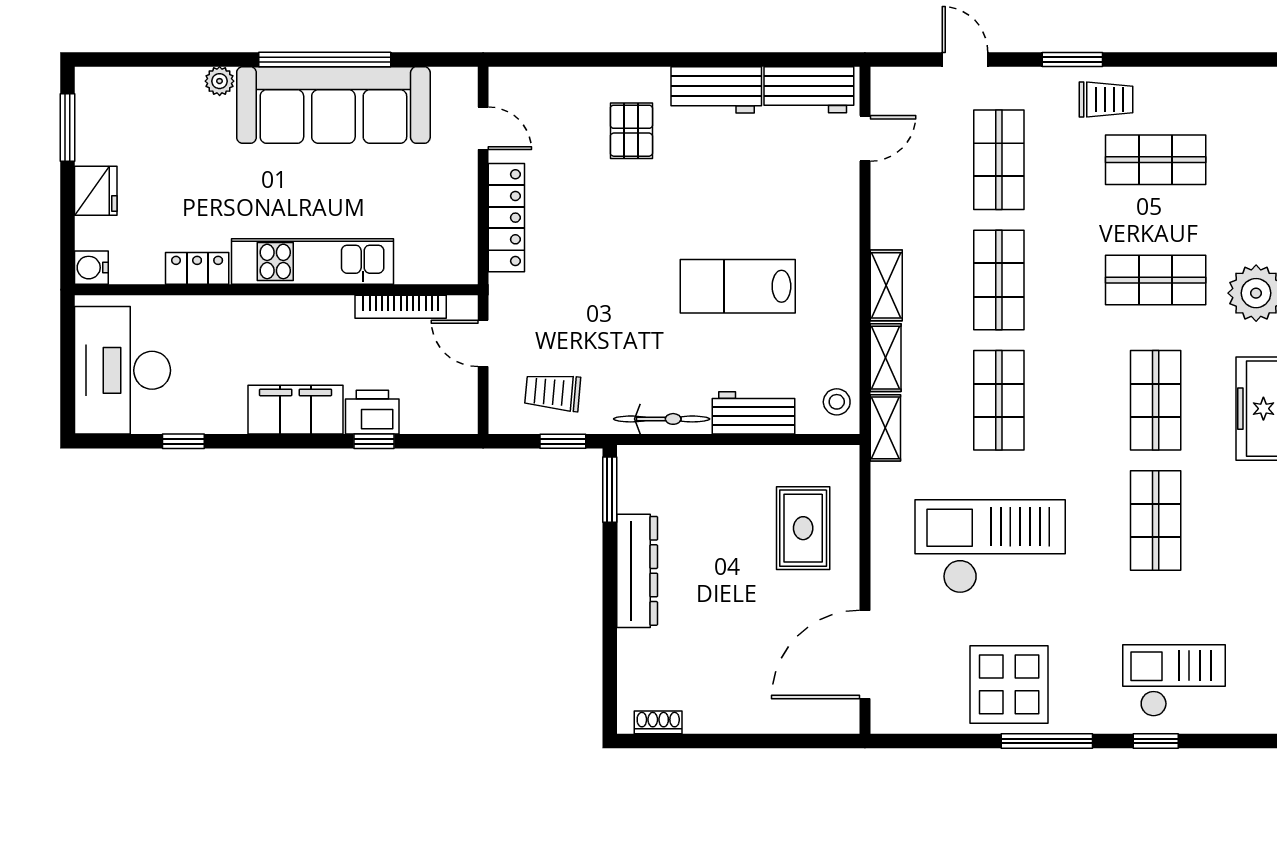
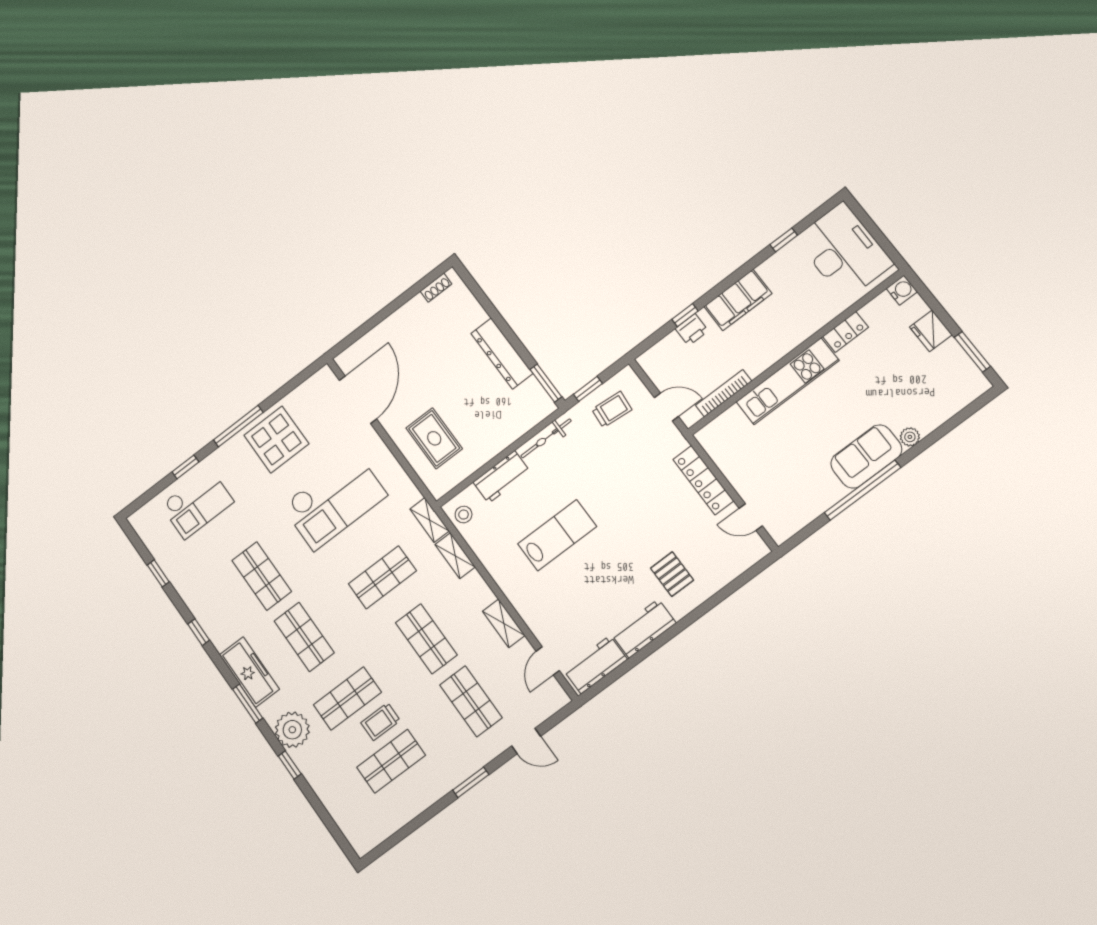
trolley: (1106, 99) -> (381, 722), moved
sofa: (333, 105) -> (866, 456), width x0.54, depth x0.79
shelving: (886, 285) -> (504, 623), moved
shop shelf: (999, 400) -> (382, 577), turned 90
printer: (372, 412) -> (692, 330), width x0.73, depth x0.81

